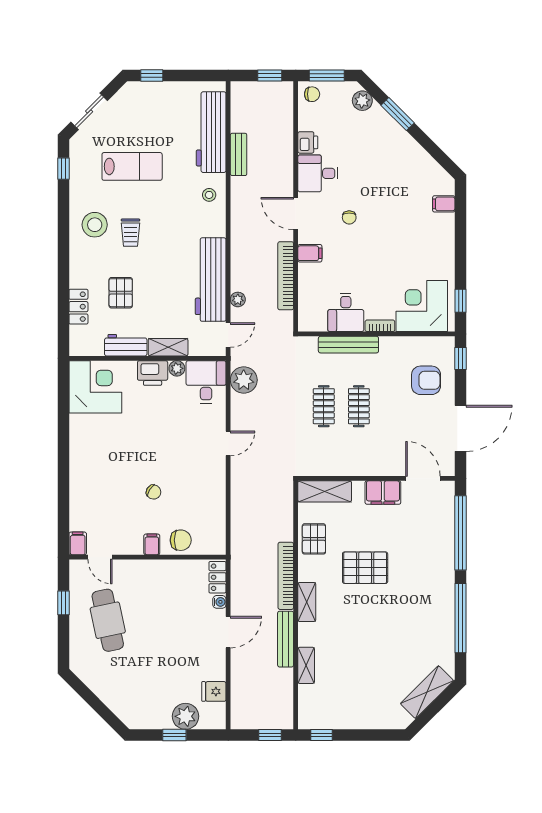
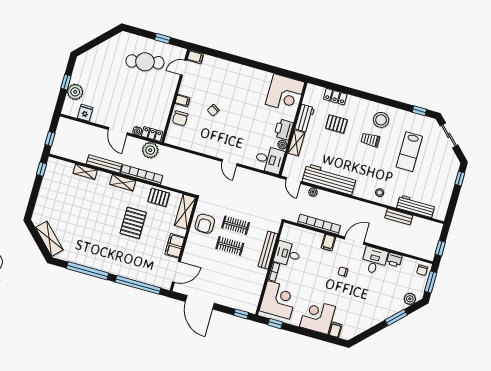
workbench: (211, 132) -> (416, 206), width x0.73, depth x0.76
corner desk: (431, 238) -> (318, 317), added
plant: (244, 380) -> (150, 150), moved
armchair: (426, 380) -> (205, 224), moved

